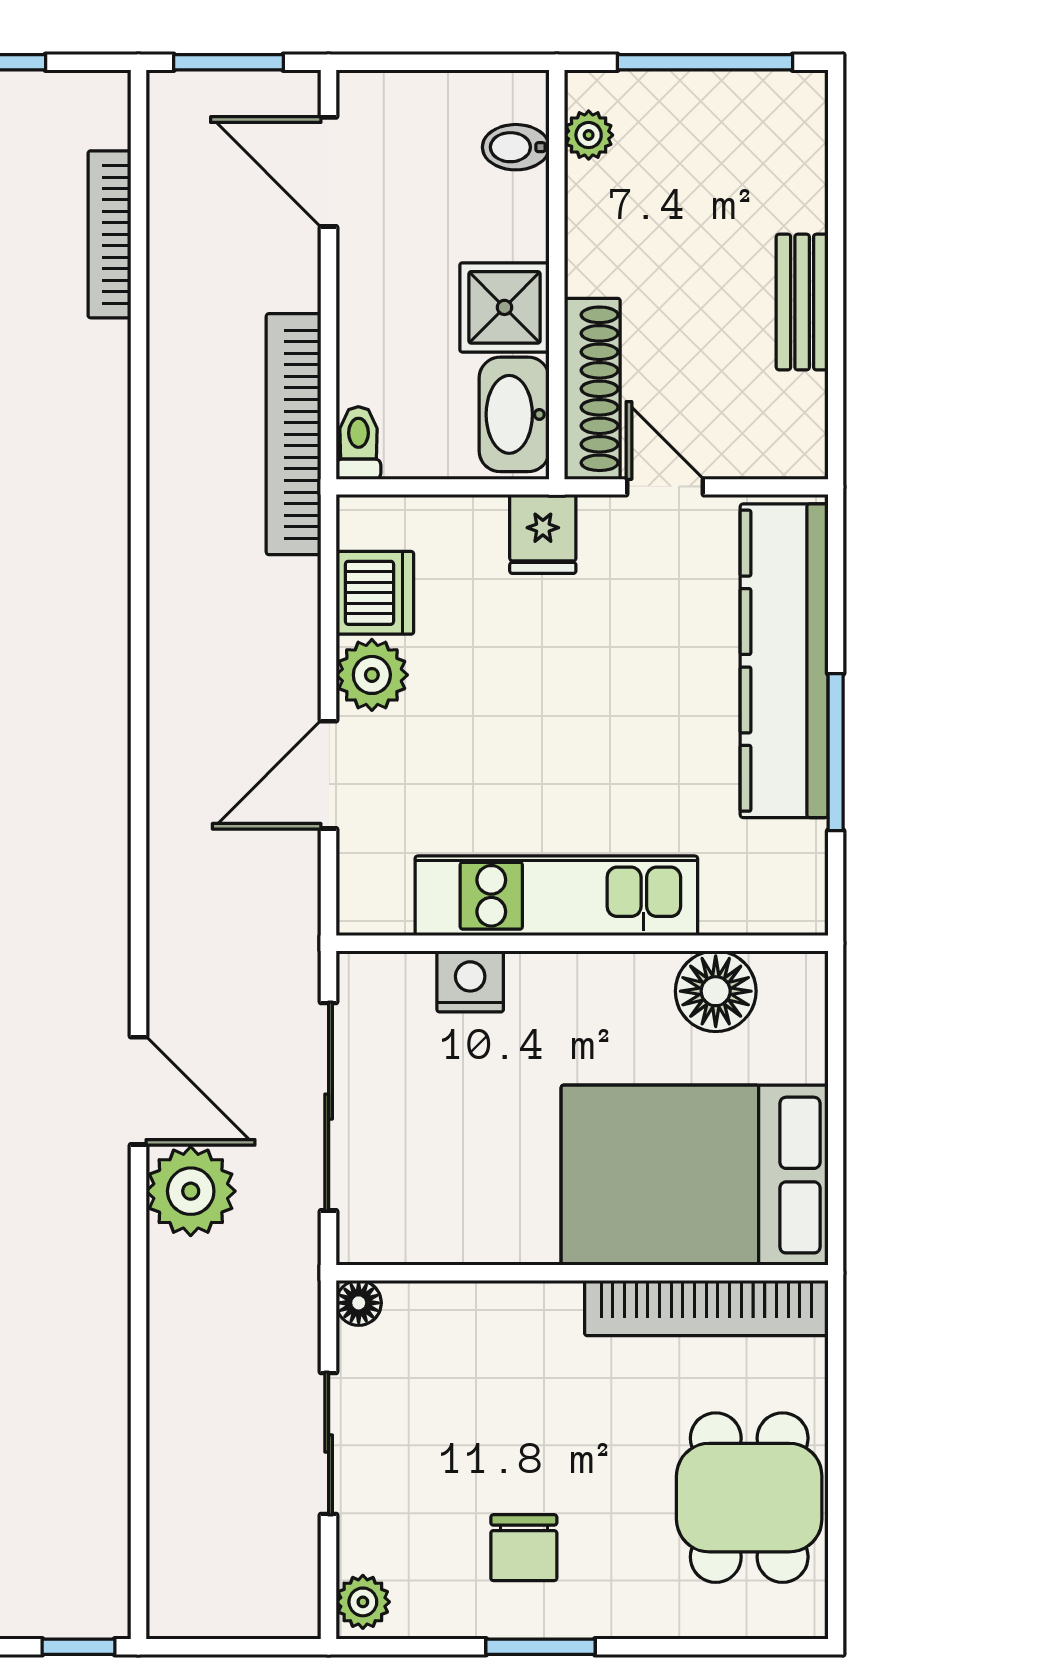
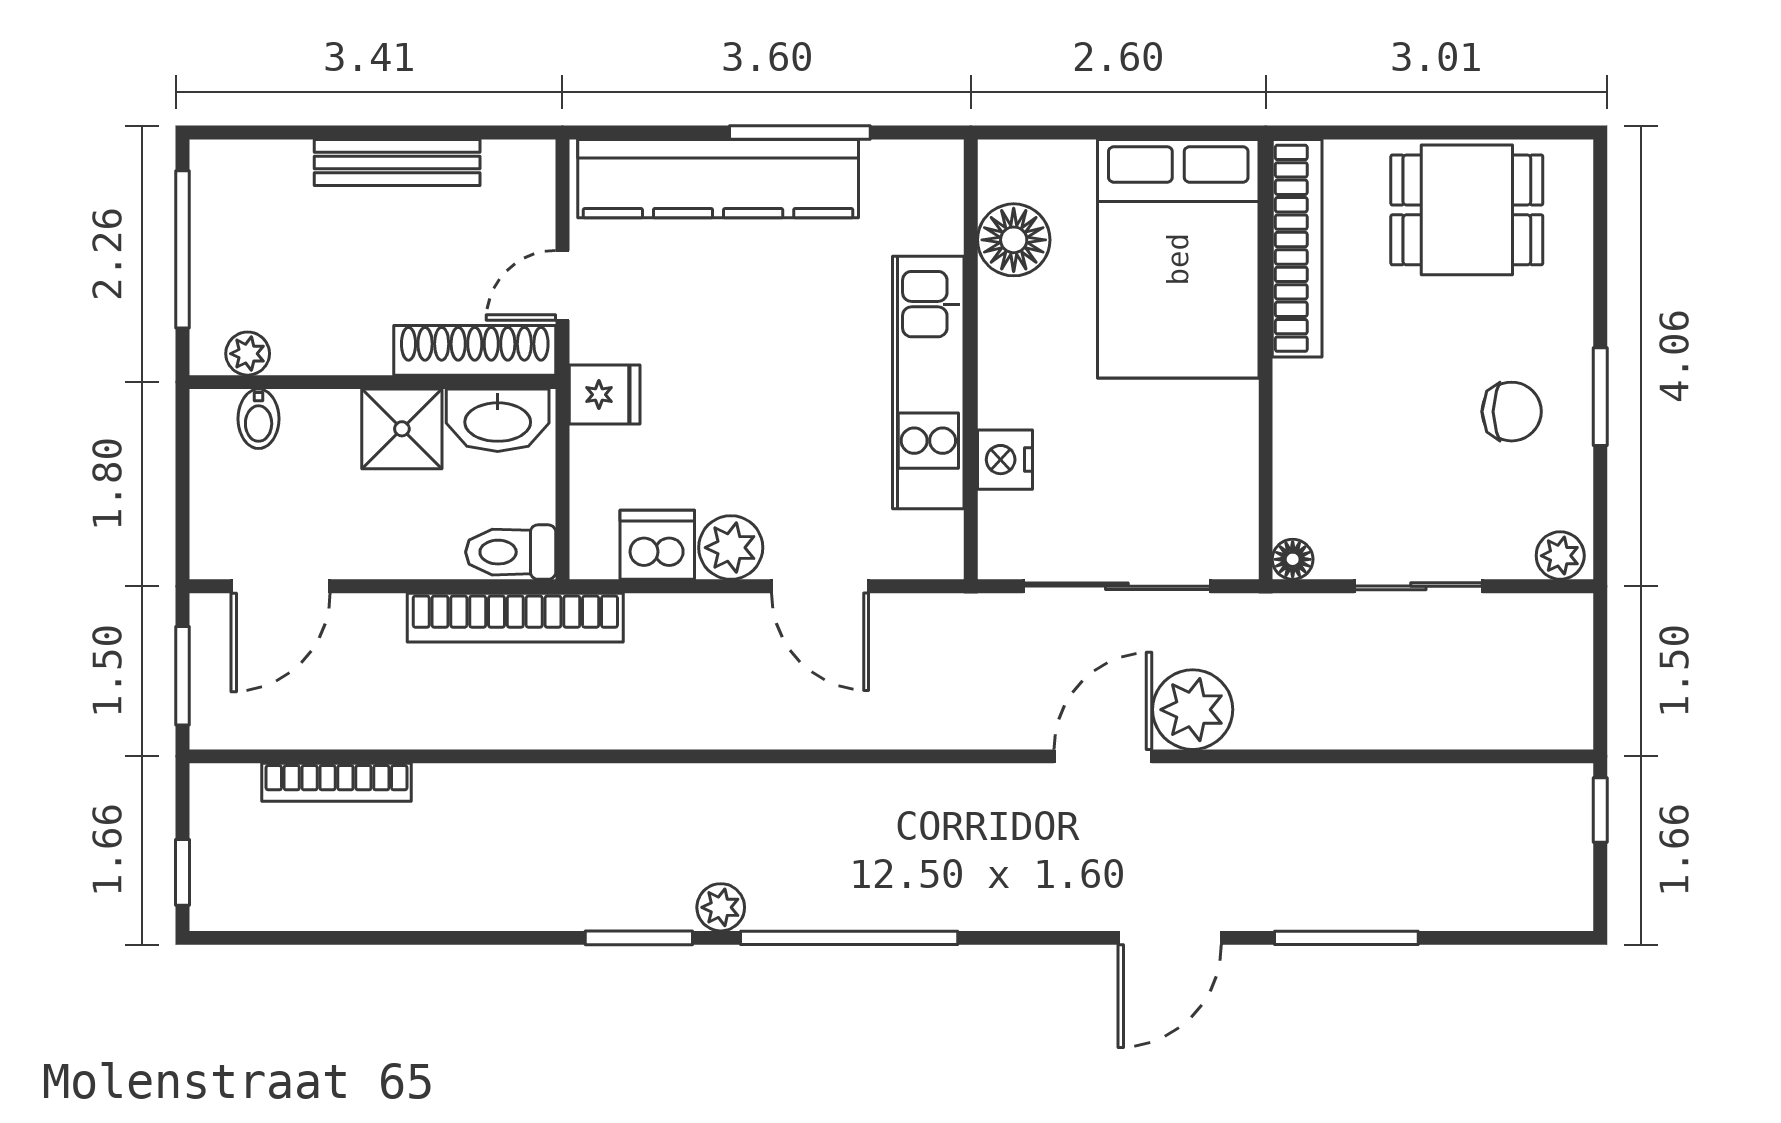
bench: (802, 302) -> (397, 163), width x1.36
toilet: (358, 443) -> (511, 552), width x1.37, depth x1.39

